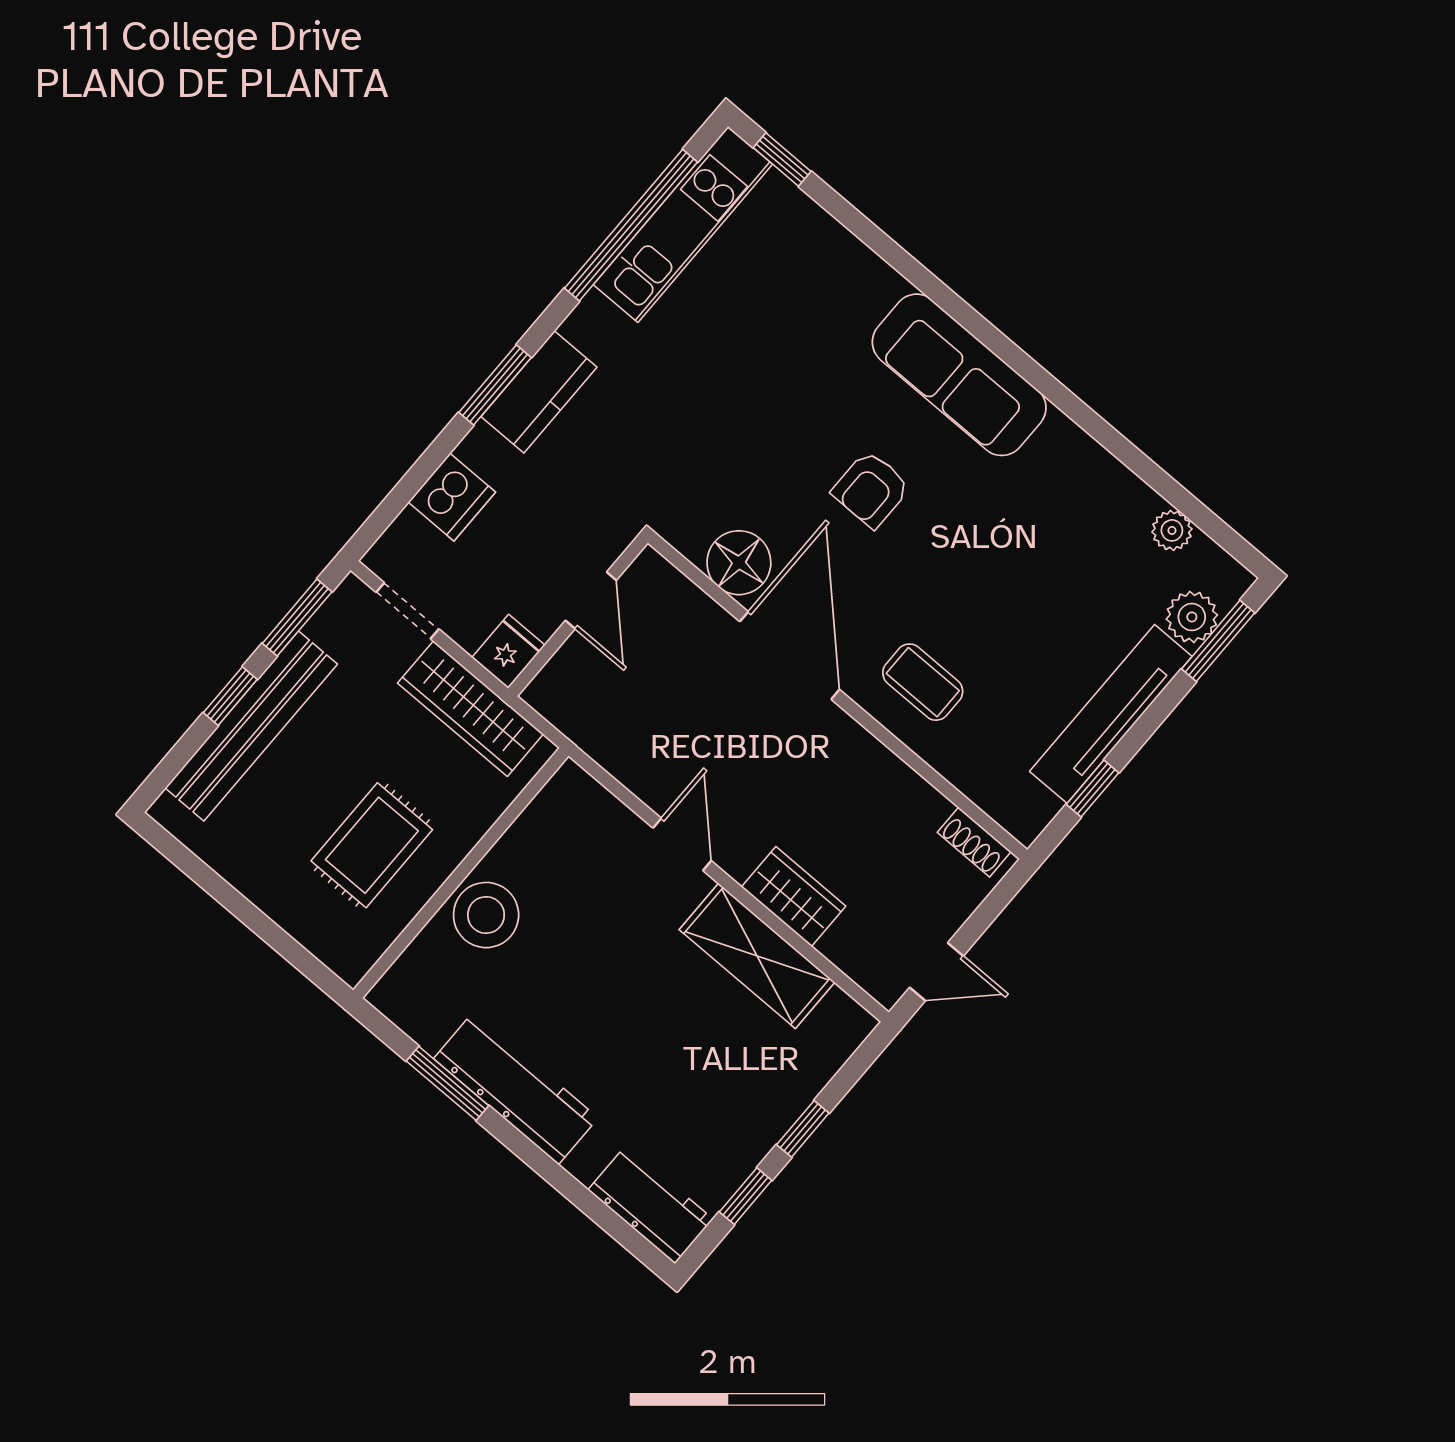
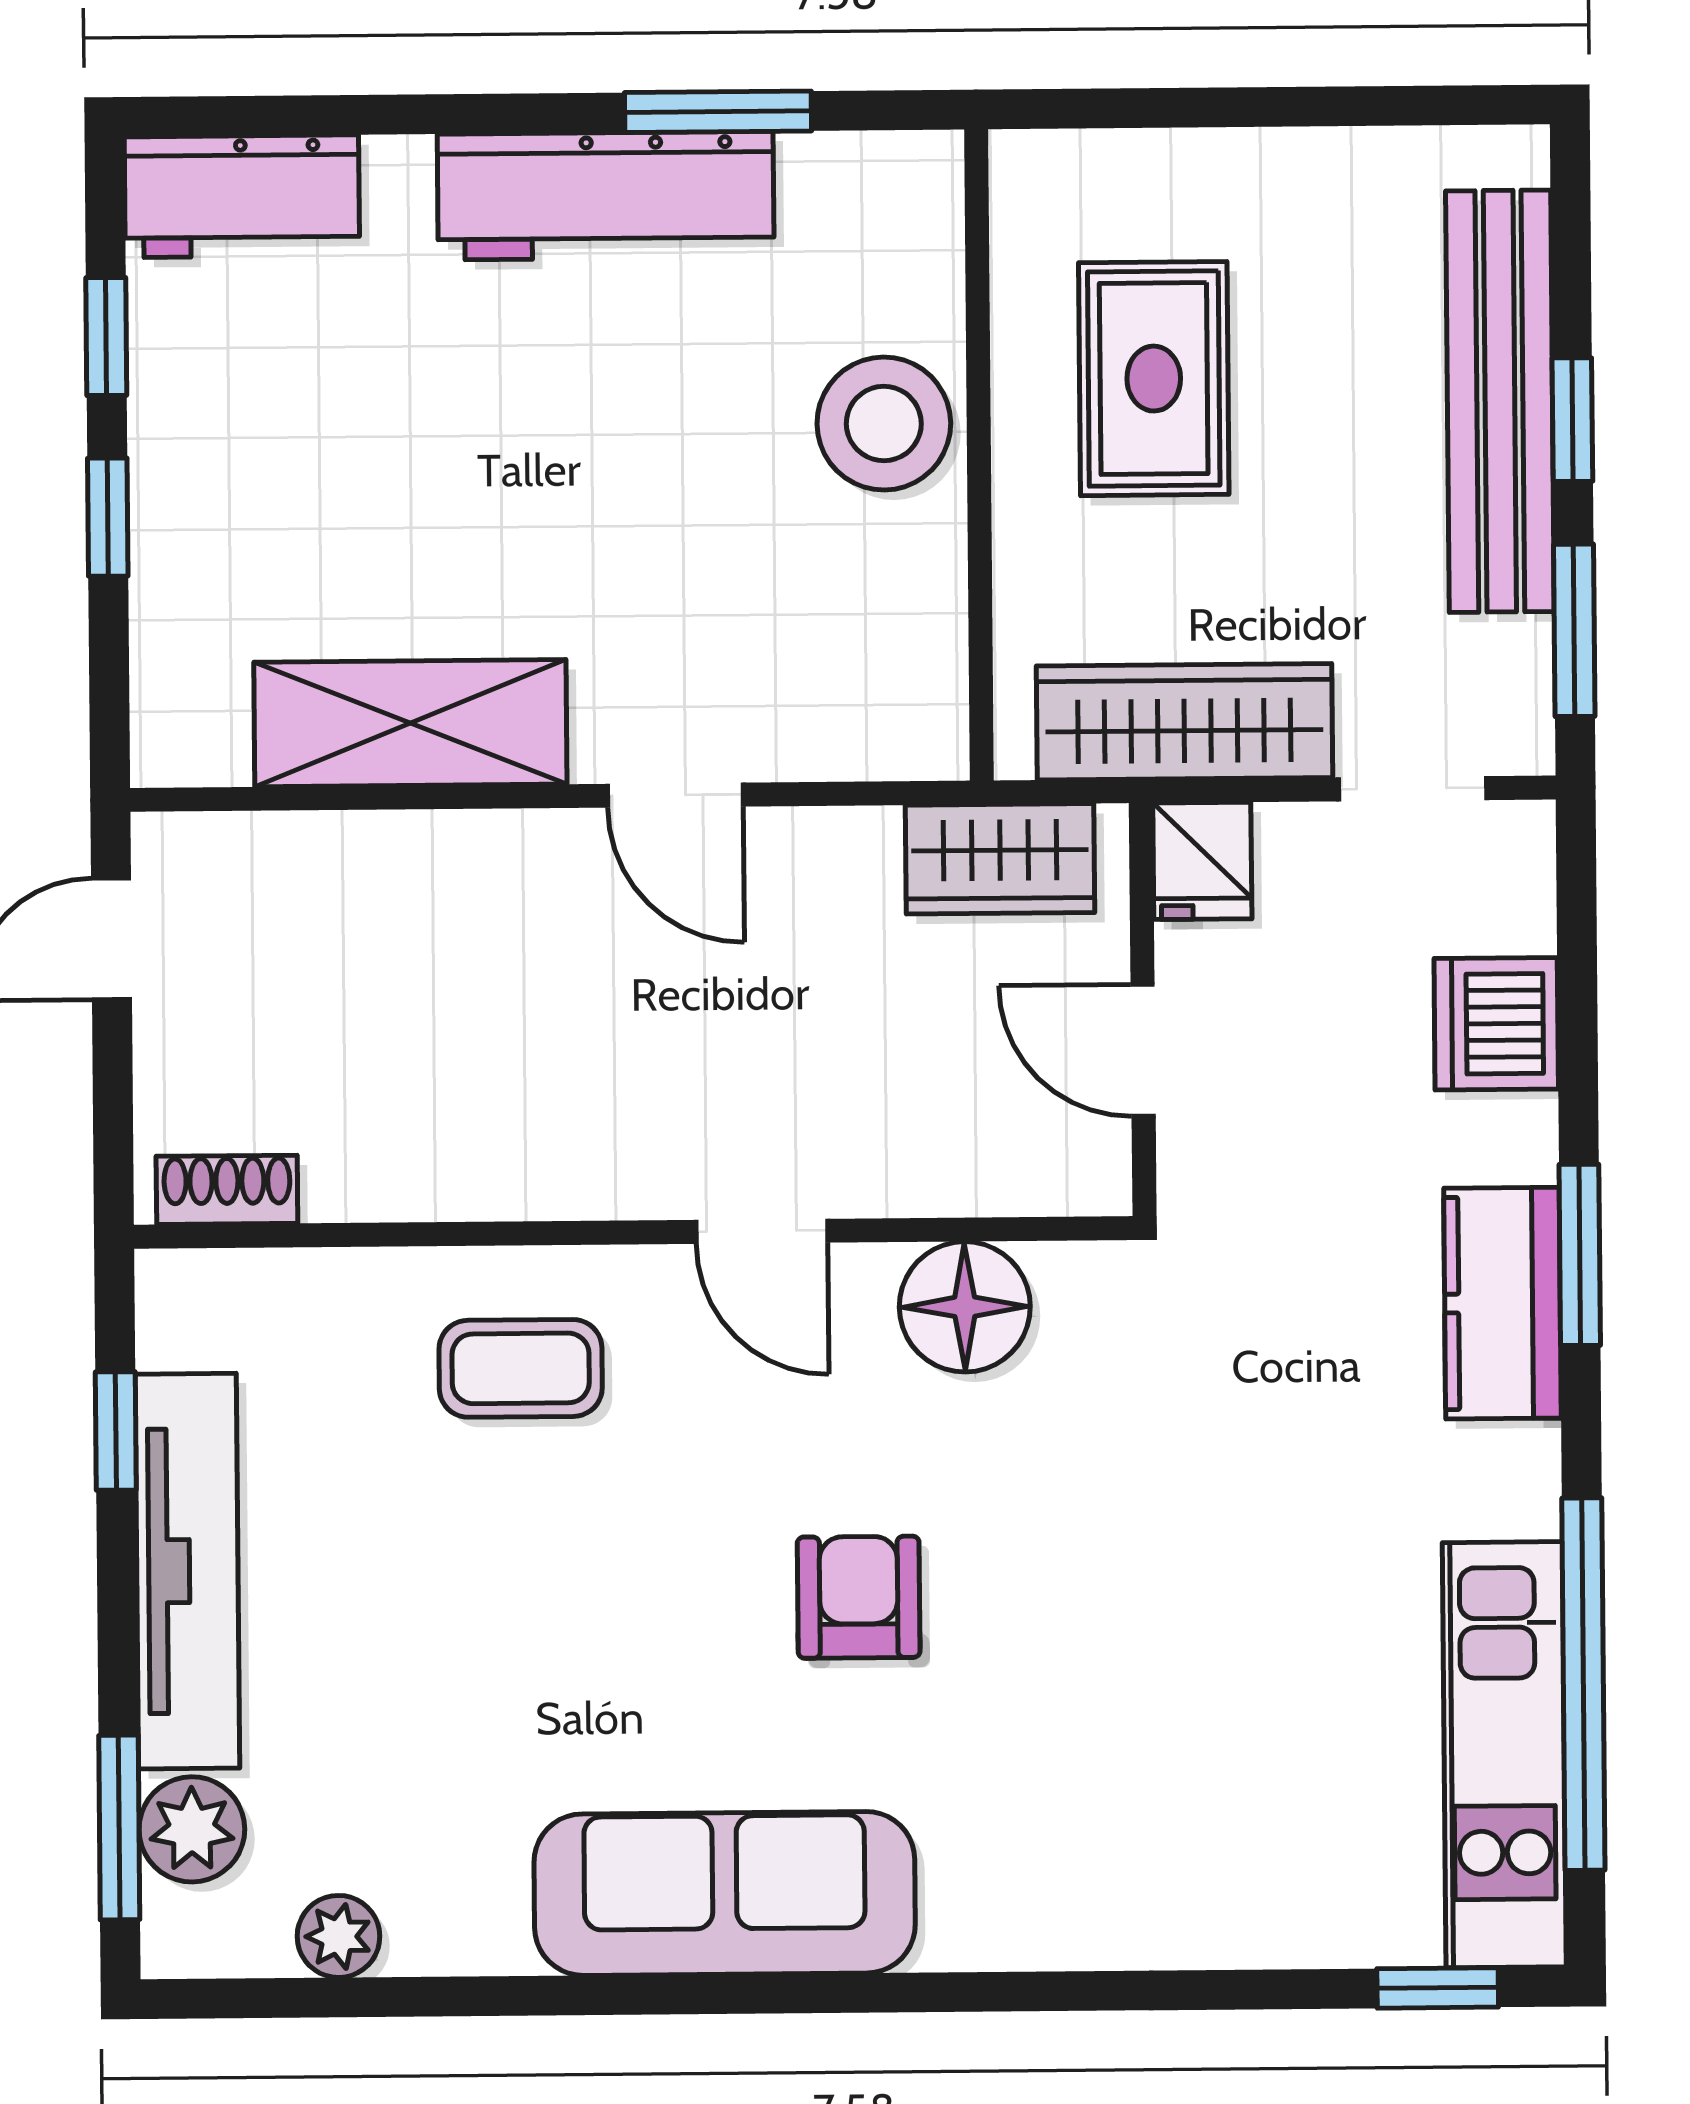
sofa: (959, 375) -> (725, 1893), moved
door: (790, 656) -> (762, 1231), width x0.53
wardrobe: (794, 897) -> (1000, 859), moved

